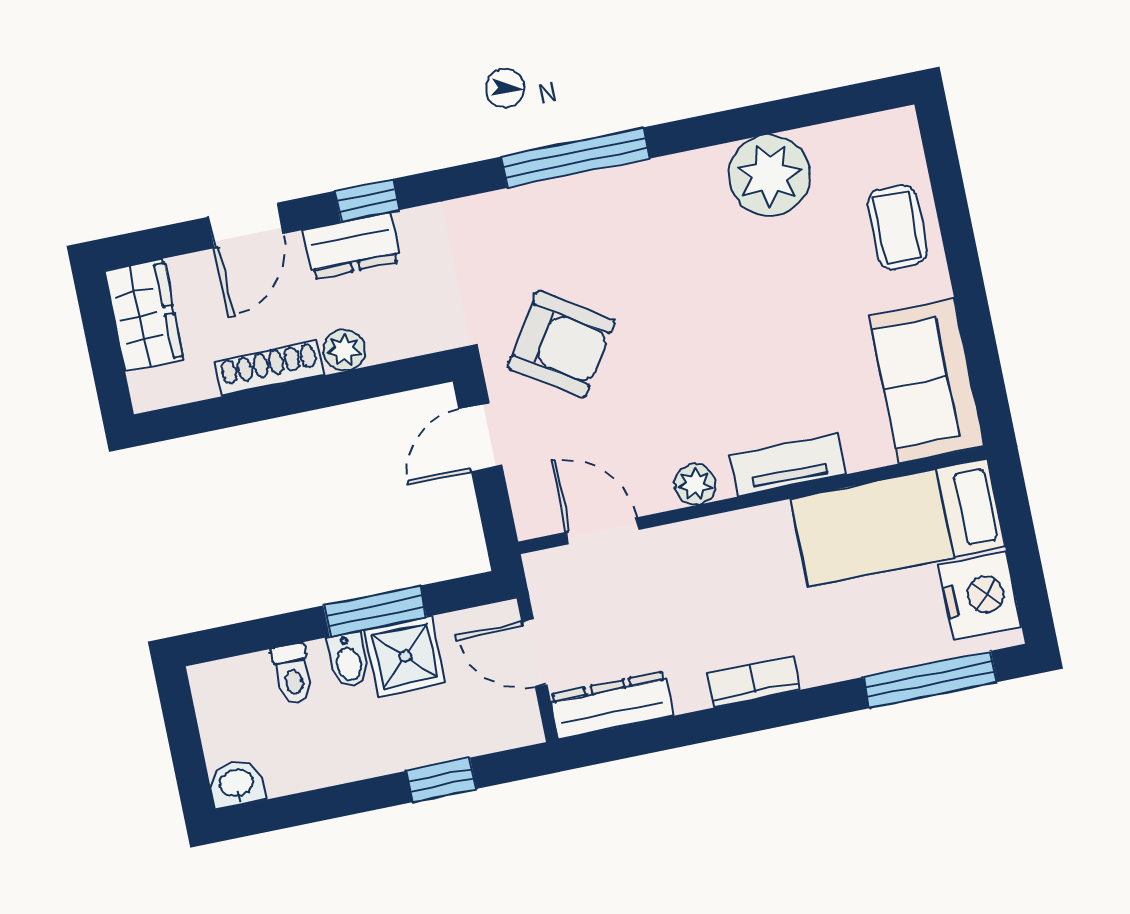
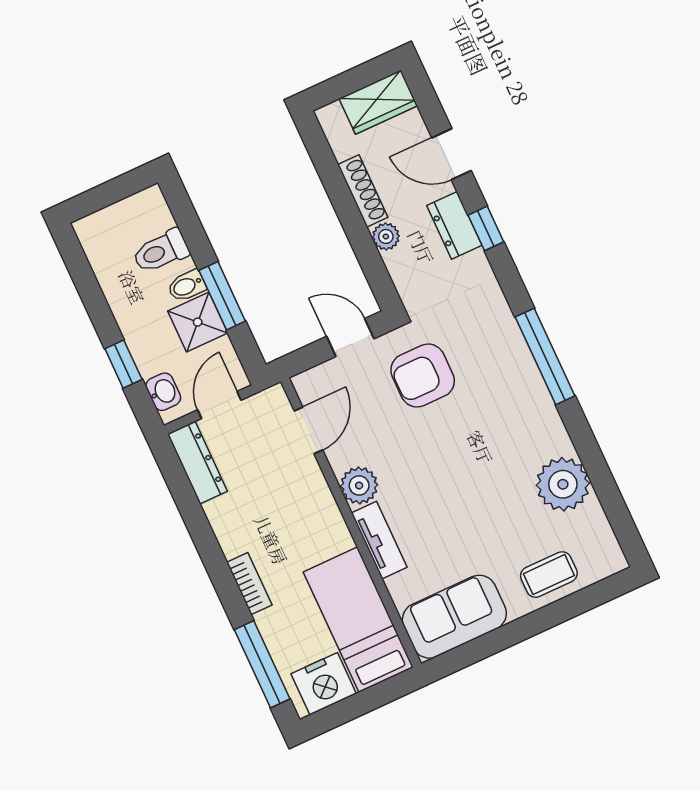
armchair: (561, 344) -> (423, 376), turned 57
plant: (695, 484) -> (359, 485), width x1.38, depth x1.38
toilet: (293, 674) -> (161, 251), width x1.37, depth x1.39
bookcase: (754, 682) -> (249, 584), moved
washbasin: (236, 784) -> (163, 392), moved

